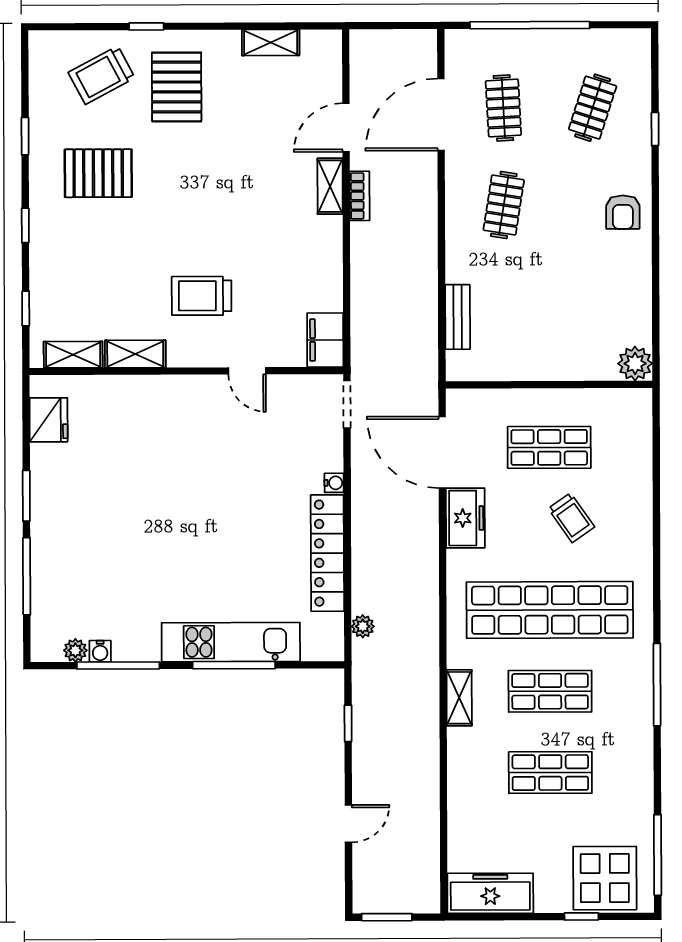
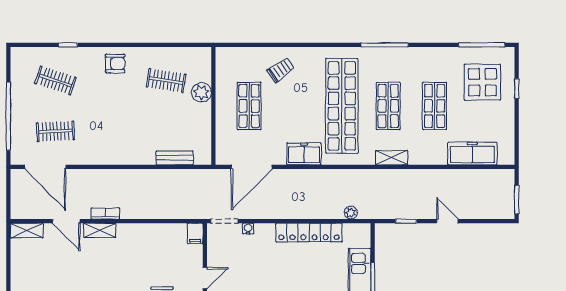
shelving: (271, 43) -> (27, 231), moved, turned 90
door: (441, 115) -> (45, 167), moved
clothes rail: (504, 205) -> (166, 81), moved
filing cabinet: (325, 340) -> (195, 233), width x0.50
plant: (635, 364) -> (201, 92), moved
water cooler: (334, 483) -> (248, 229), moved
freezer: (465, 518) -> (304, 154), moved
trolley: (571, 518) -> (281, 70), moved
door: (348, 824) -> (447, 221), moved
display table: (605, 878) -> (482, 82), moved
freezer: (490, 893) -> (472, 154), moved, turned 90

